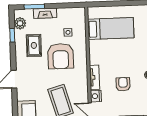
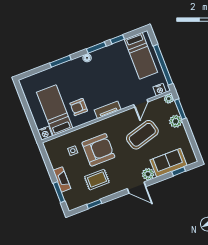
plant: (20, 23) -> (148, 174), moved
armchair: (123, 84) -> (79, 107), moved
nightstand: (96, 96) -> (45, 133), moved

